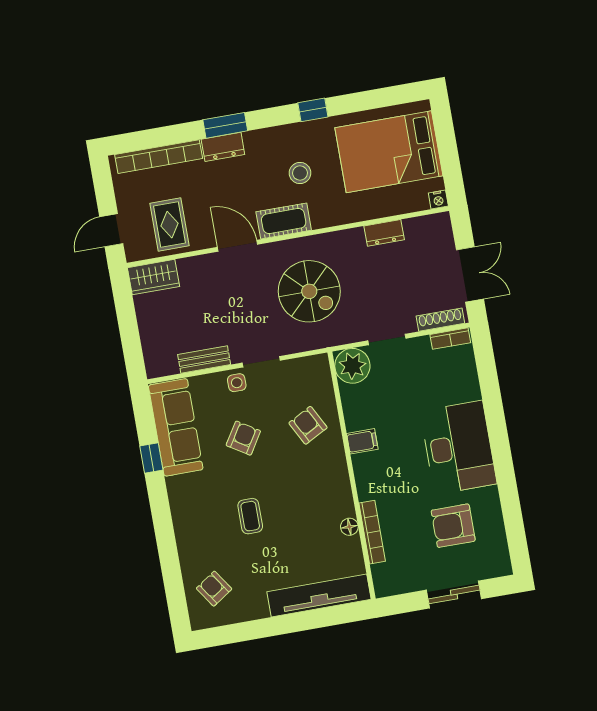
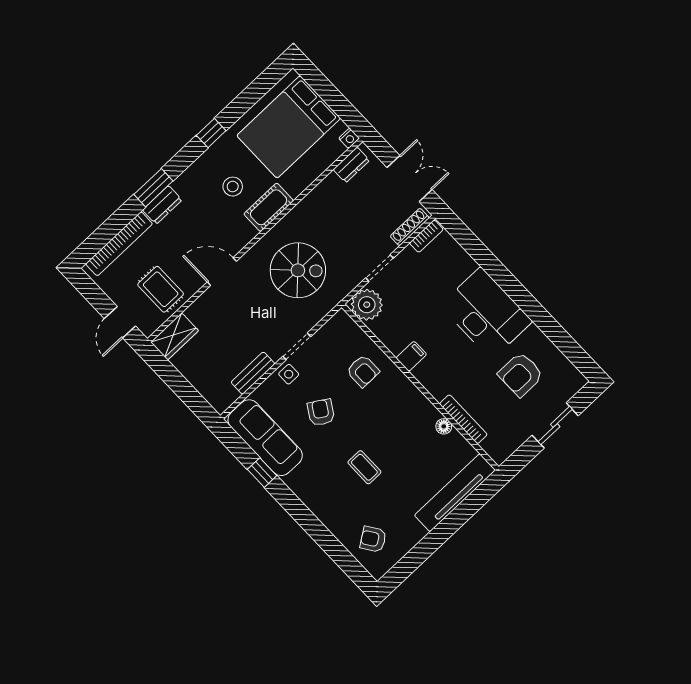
cot: (284, 221) -> (269, 207), moved
dresser: (384, 233) -> (351, 165), moved
armchair: (308, 425) -> (363, 371), turned -152

